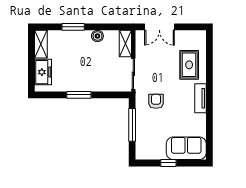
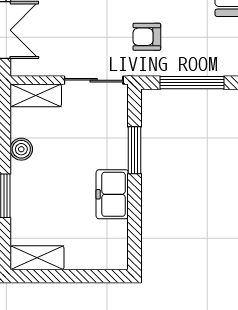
freezer: (43, 72) -> (112, 194), moved, turned -90
window: (79, 95) -> (135, 150), moved

